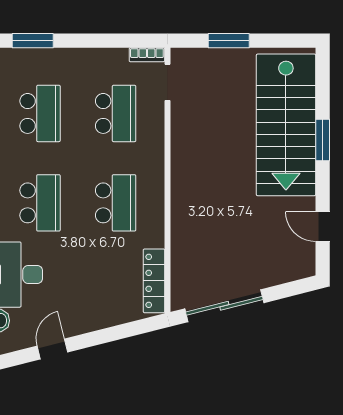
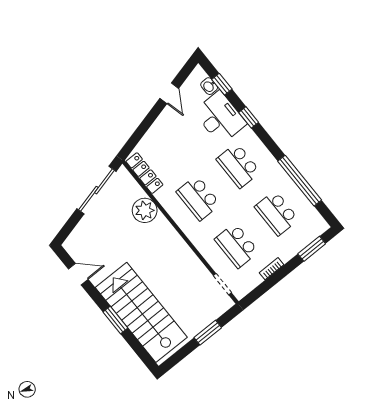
bookcase: (147, 55) -> (272, 269), moved
plant: (188, 238) -> (145, 210), added

